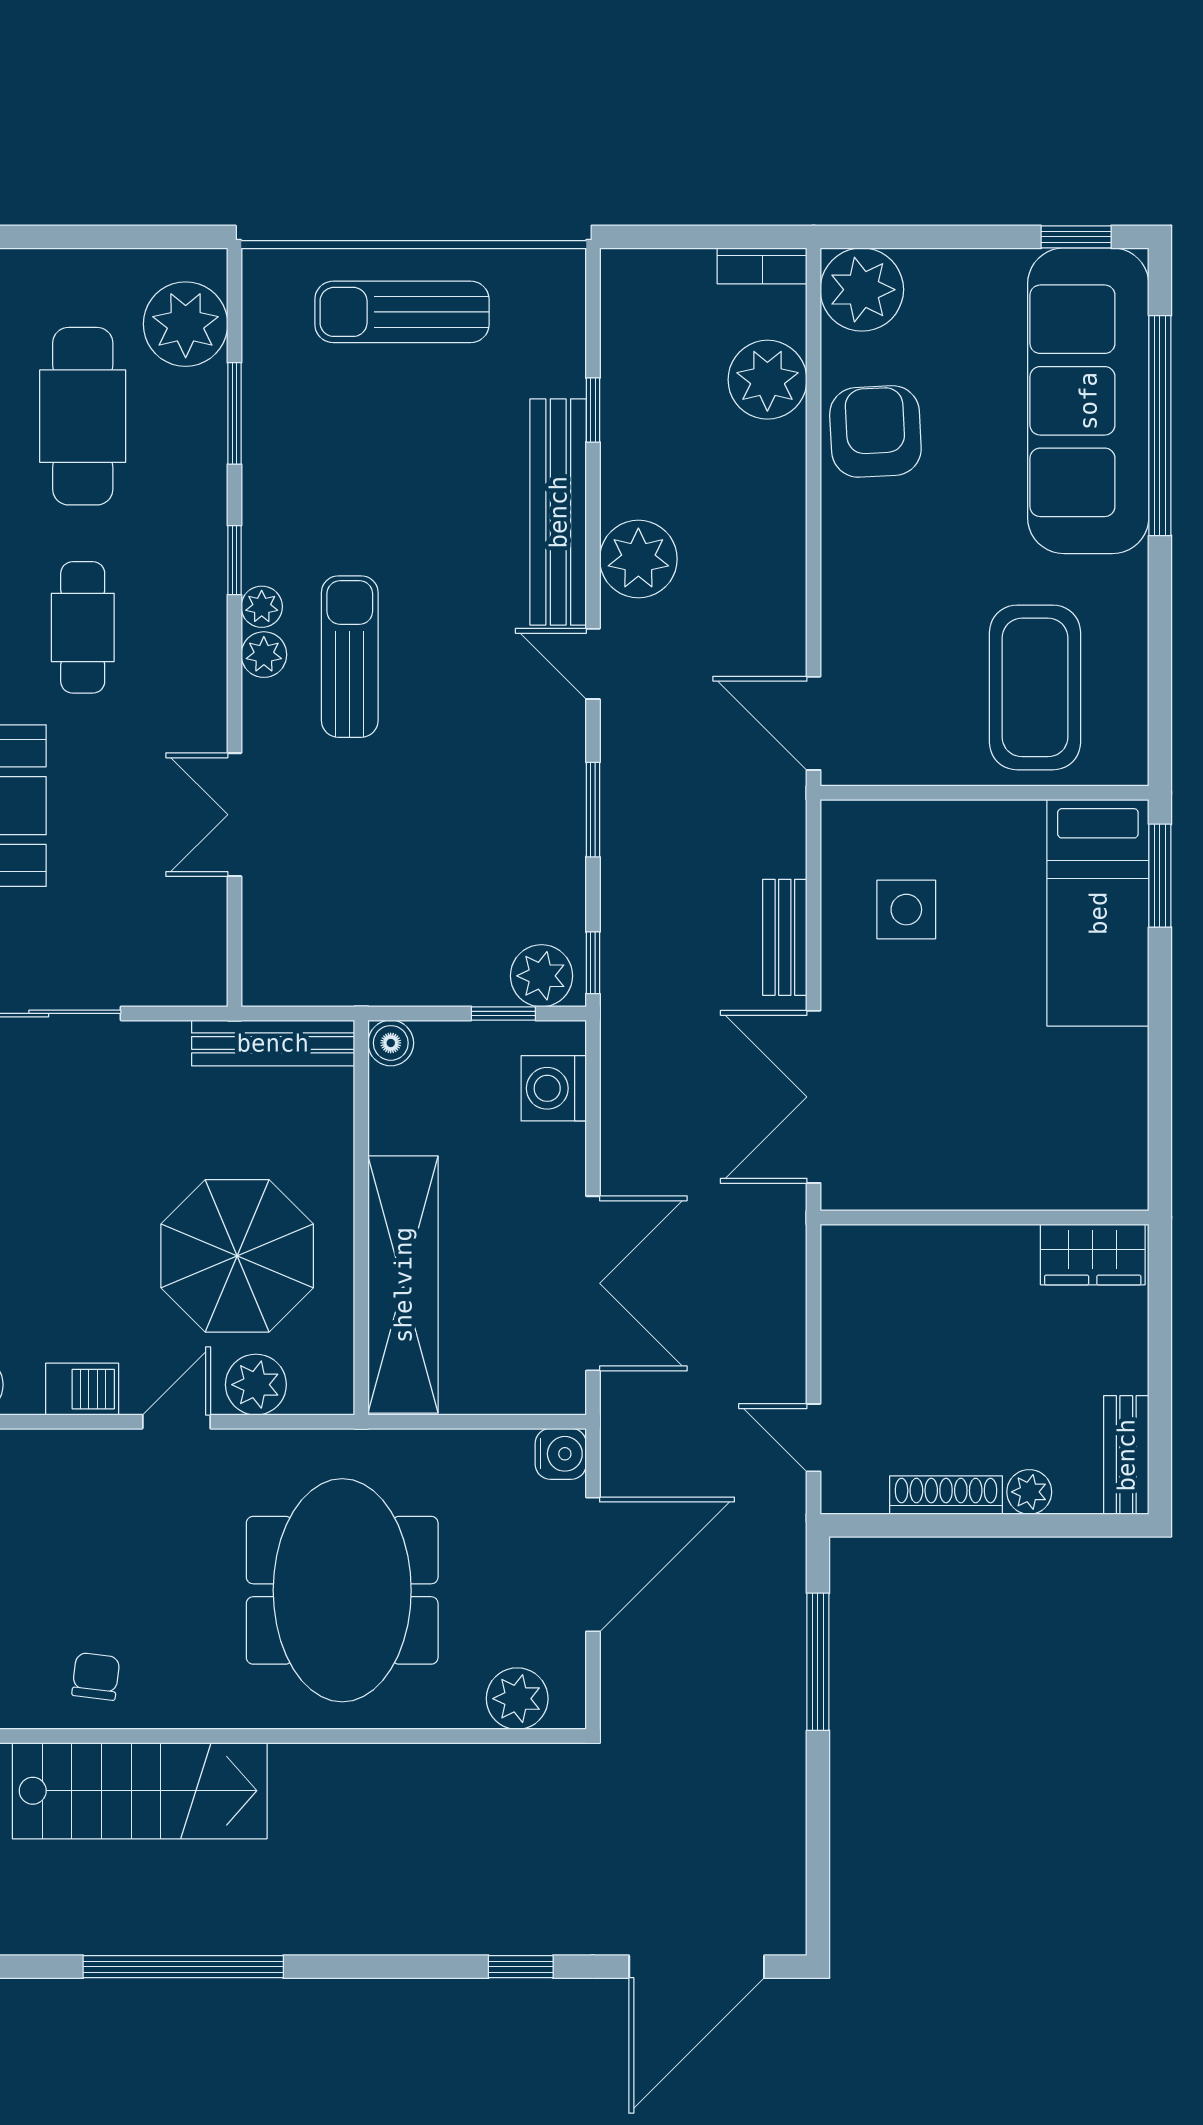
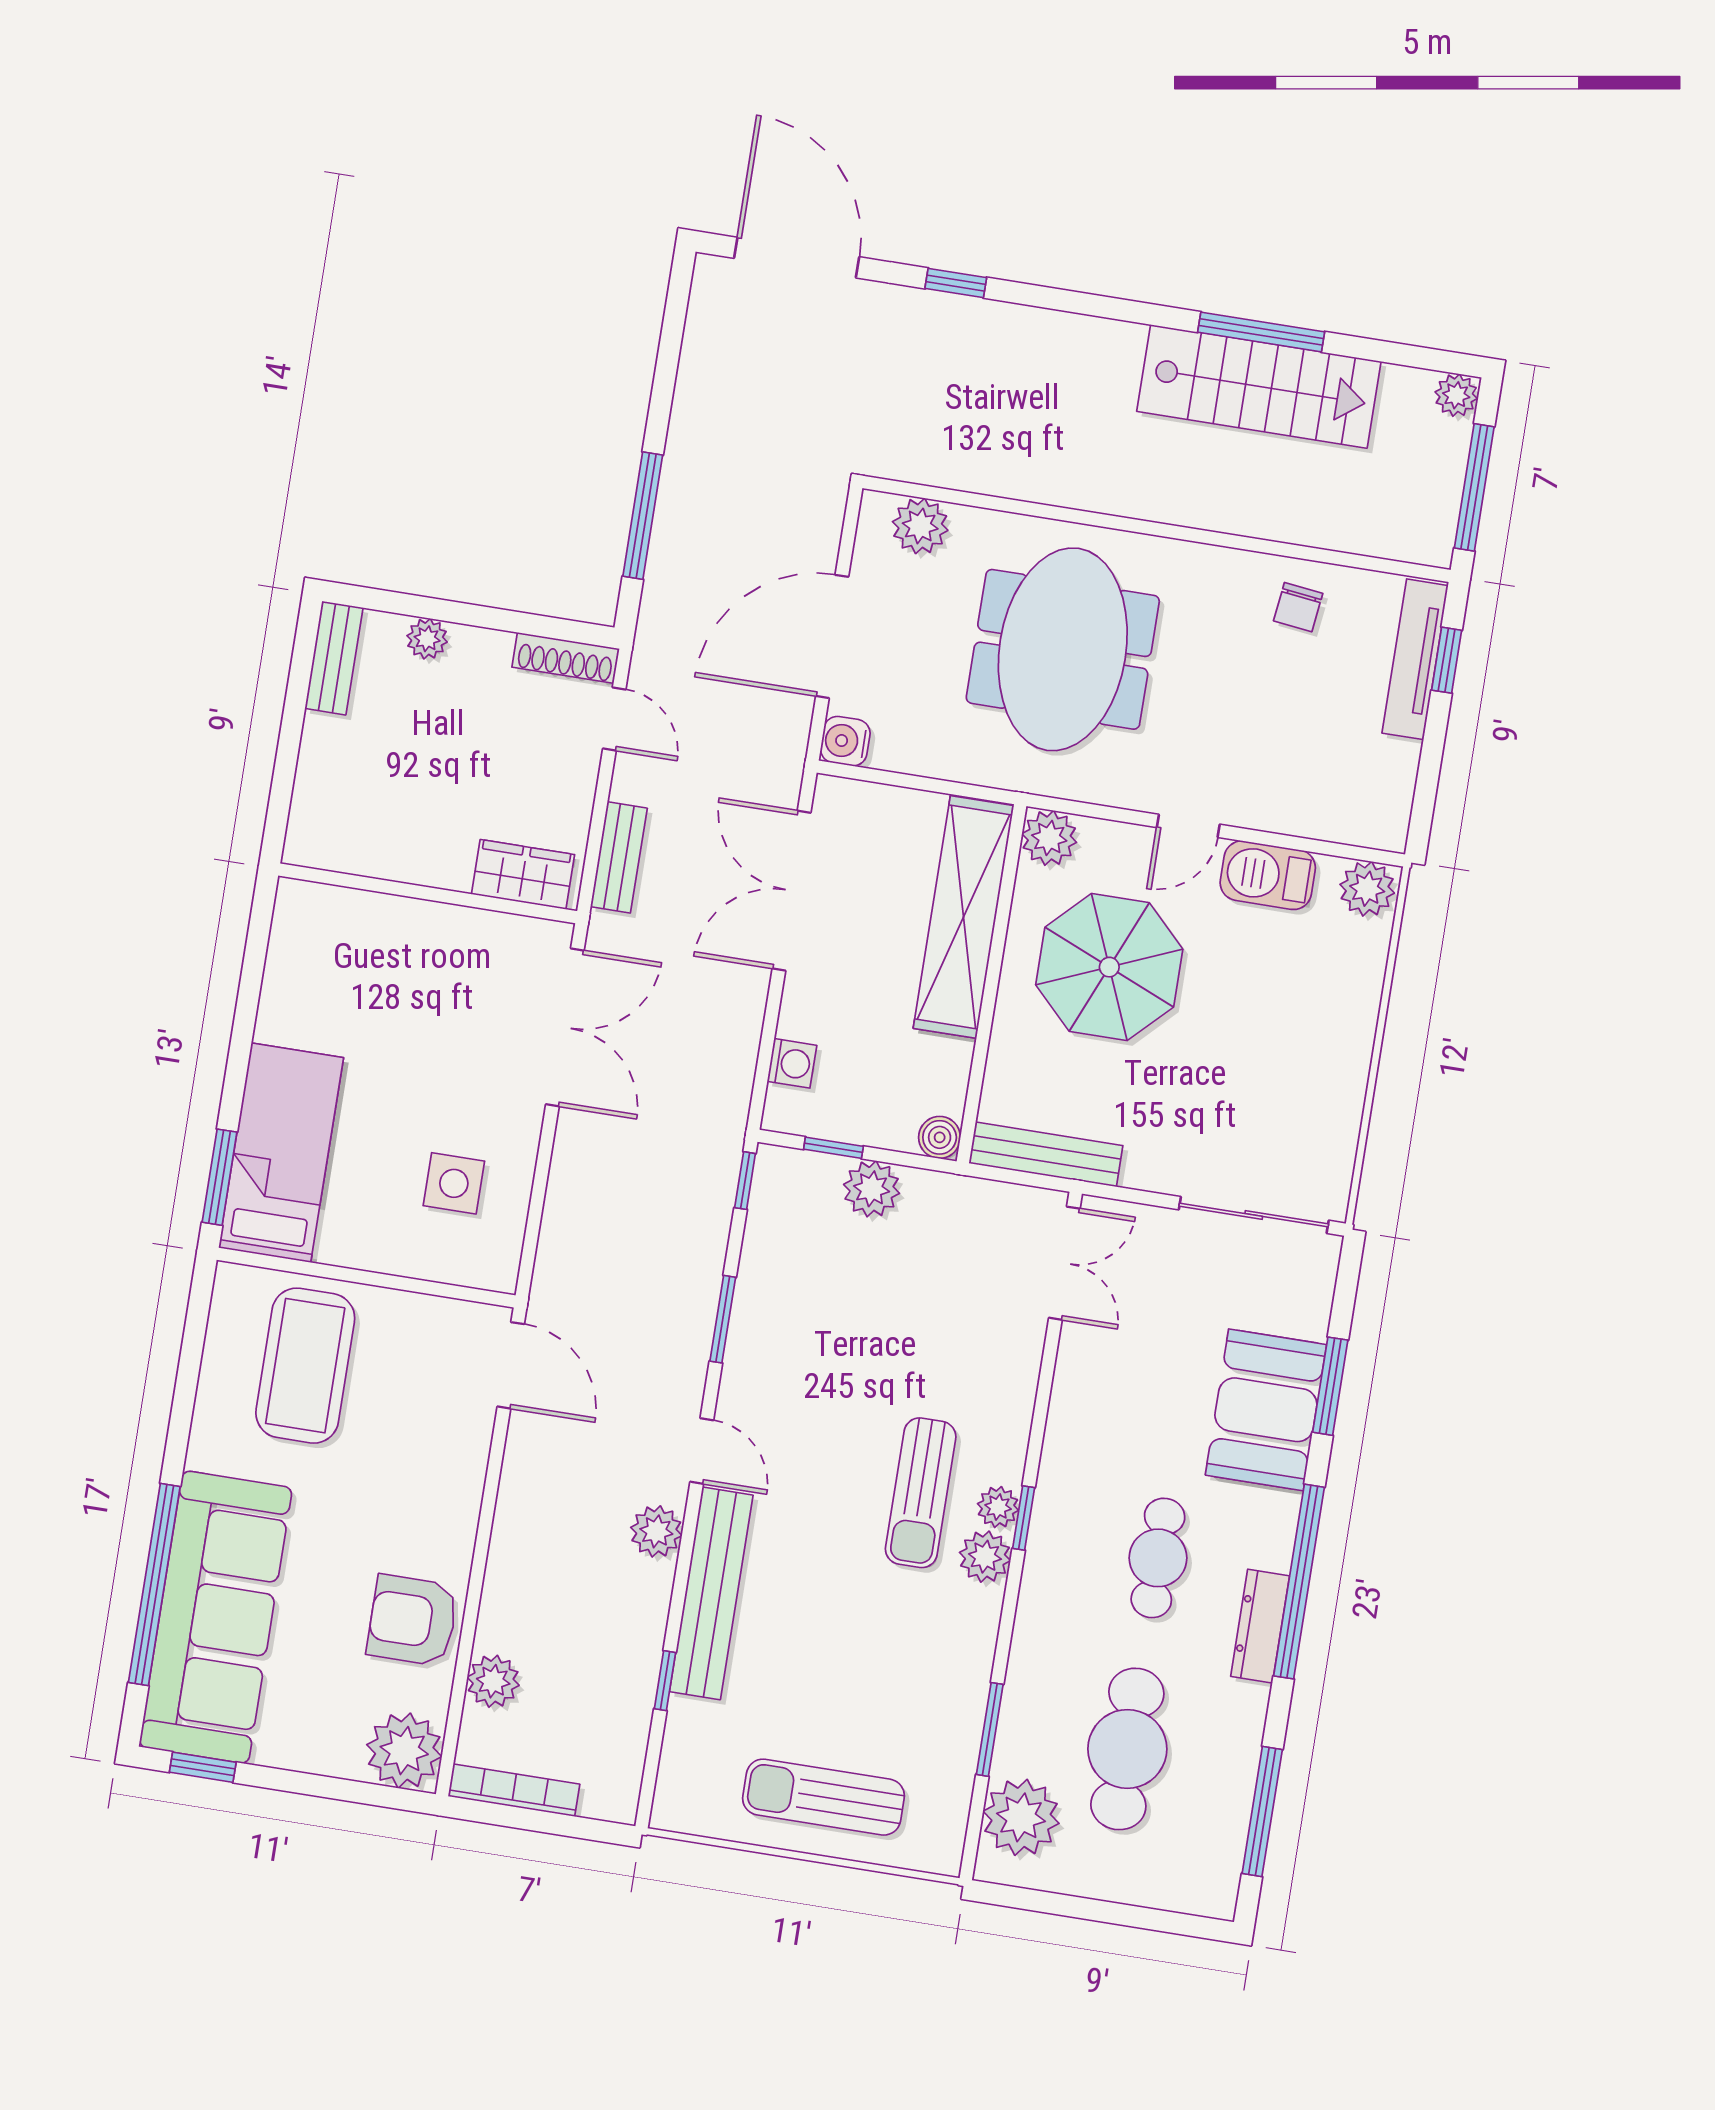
bookcase: (762, 266) -> (514, 1790), width x1.56
sun lounger: (402, 312) -> (823, 1797), turned 180
plant: (767, 380) -> (493, 1681), width x0.73, depth x0.73
armchair: (875, 431) -> (412, 1620), turned 93
plant: (638, 559) -> (656, 1531), width x0.73, depth x0.73
window: (234, 560) -> (1024, 1518), moved
plant: (262, 607) -> (985, 1557), width x1.38, depth x1.38
double door: (234, 815) -> (1064, 1263), moved
bench: (785, 937) -> (619, 857), moved
plant: (542, 976) -> (872, 1189), moved
washing machine: (554, 1088) -> (792, 1063), width x0.73, depth x0.73
wardrobe: (1093, 1255) -> (523, 874), moved
plant: (256, 1385) -> (1049, 838), moved
barbecue: (82, 1389) -> (1268, 875), width x1.38, depth x1.27
shoe rack: (946, 1495) -> (566, 658), moved
stairs: (140, 1791) -> (1259, 386), moved, turned 180
window: (183, 1967) -> (1261, 332), width x0.68
door: (697, 1967) -> (797, 258), hinge flipped

